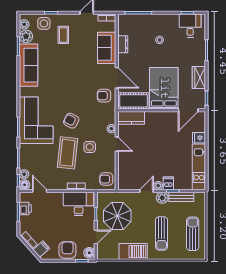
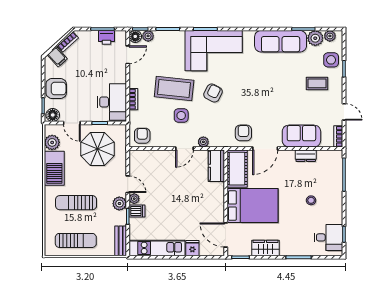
bench: (181, 197) -> (121, 241), moved
plant: (112, 253) -> (52, 142), added

